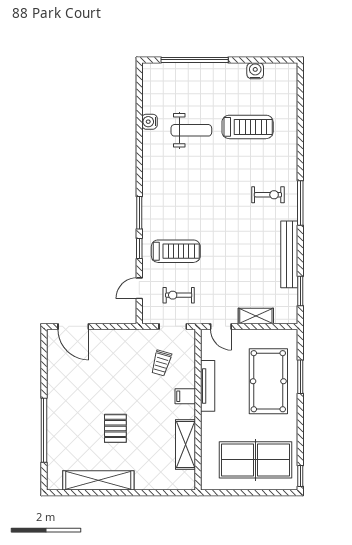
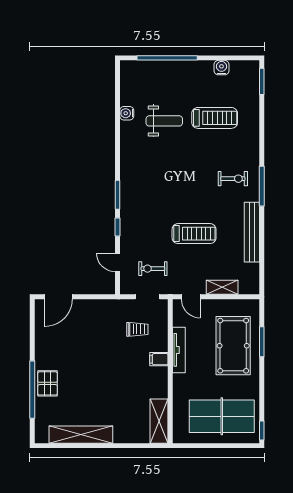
treadmill: (176, 251) -> (194, 234), moved
door: (139, 288) -> (118, 262), hinge flipped
window: (300, 291) -> (262, 81), moved
door: (73, 326) -> (58, 297), hinge flipped
trolley: (161, 363) -> (137, 329), turned -106
pallet: (115, 428) -> (48, 383), moved
shelving: (186, 445) -> (159, 421), moved

